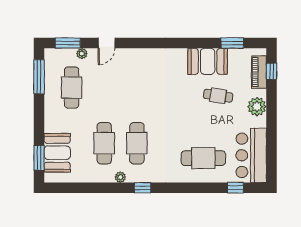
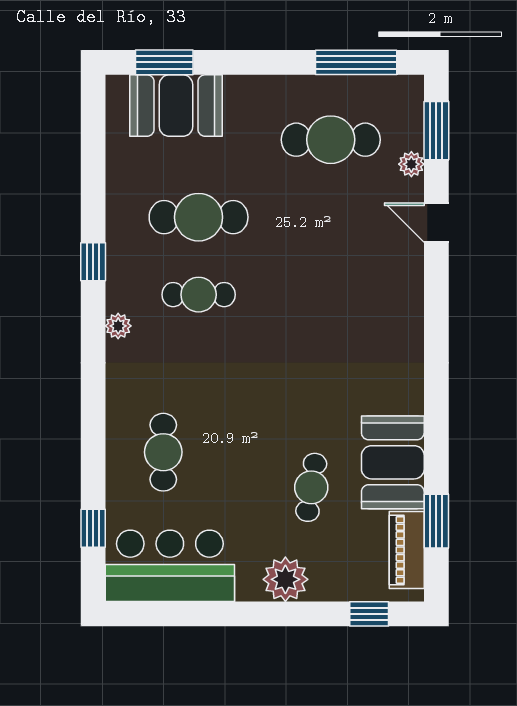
piano: (259, 72) -> (407, 550), moved, turned -90
cafe table: (137, 143) -> (199, 295), width x0.73, depth x0.74
cafe table: (203, 158) -> (163, 452), width x0.73, depth x0.74
plant: (120, 177) -> (118, 326), moved
window: (143, 188) -> (93, 262), moved

